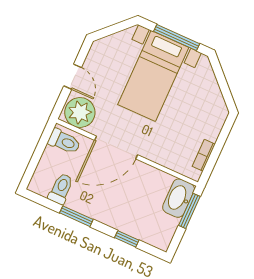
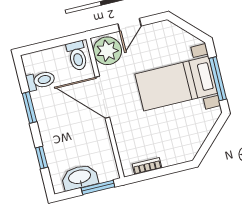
washbasin: (179, 198) -> (80, 177), moved

